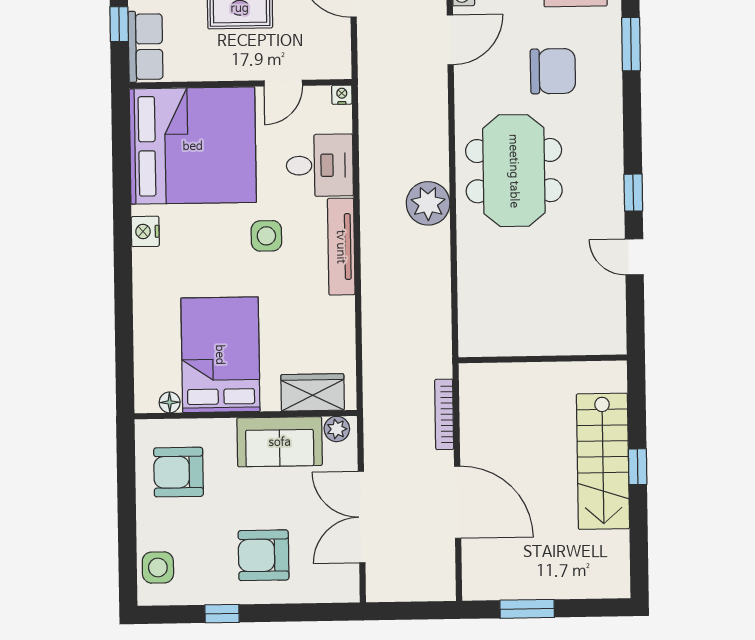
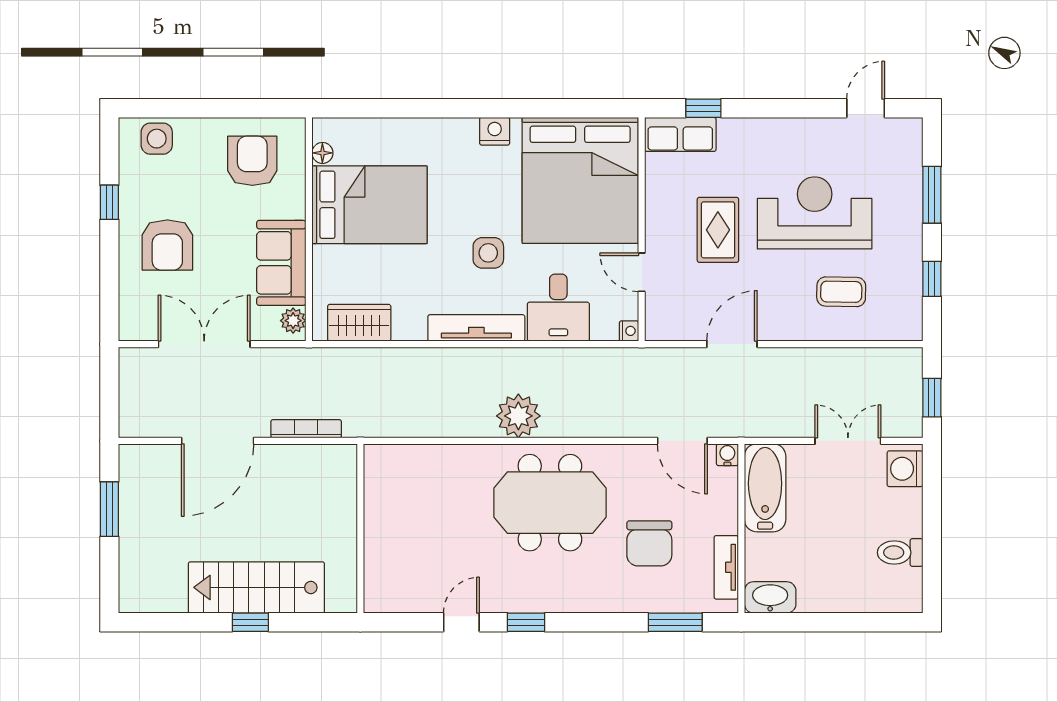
wardrobe: (313, 392) -> (359, 323), moved, turned -90
armchair: (264, 555) -> (167, 245), turned 180

